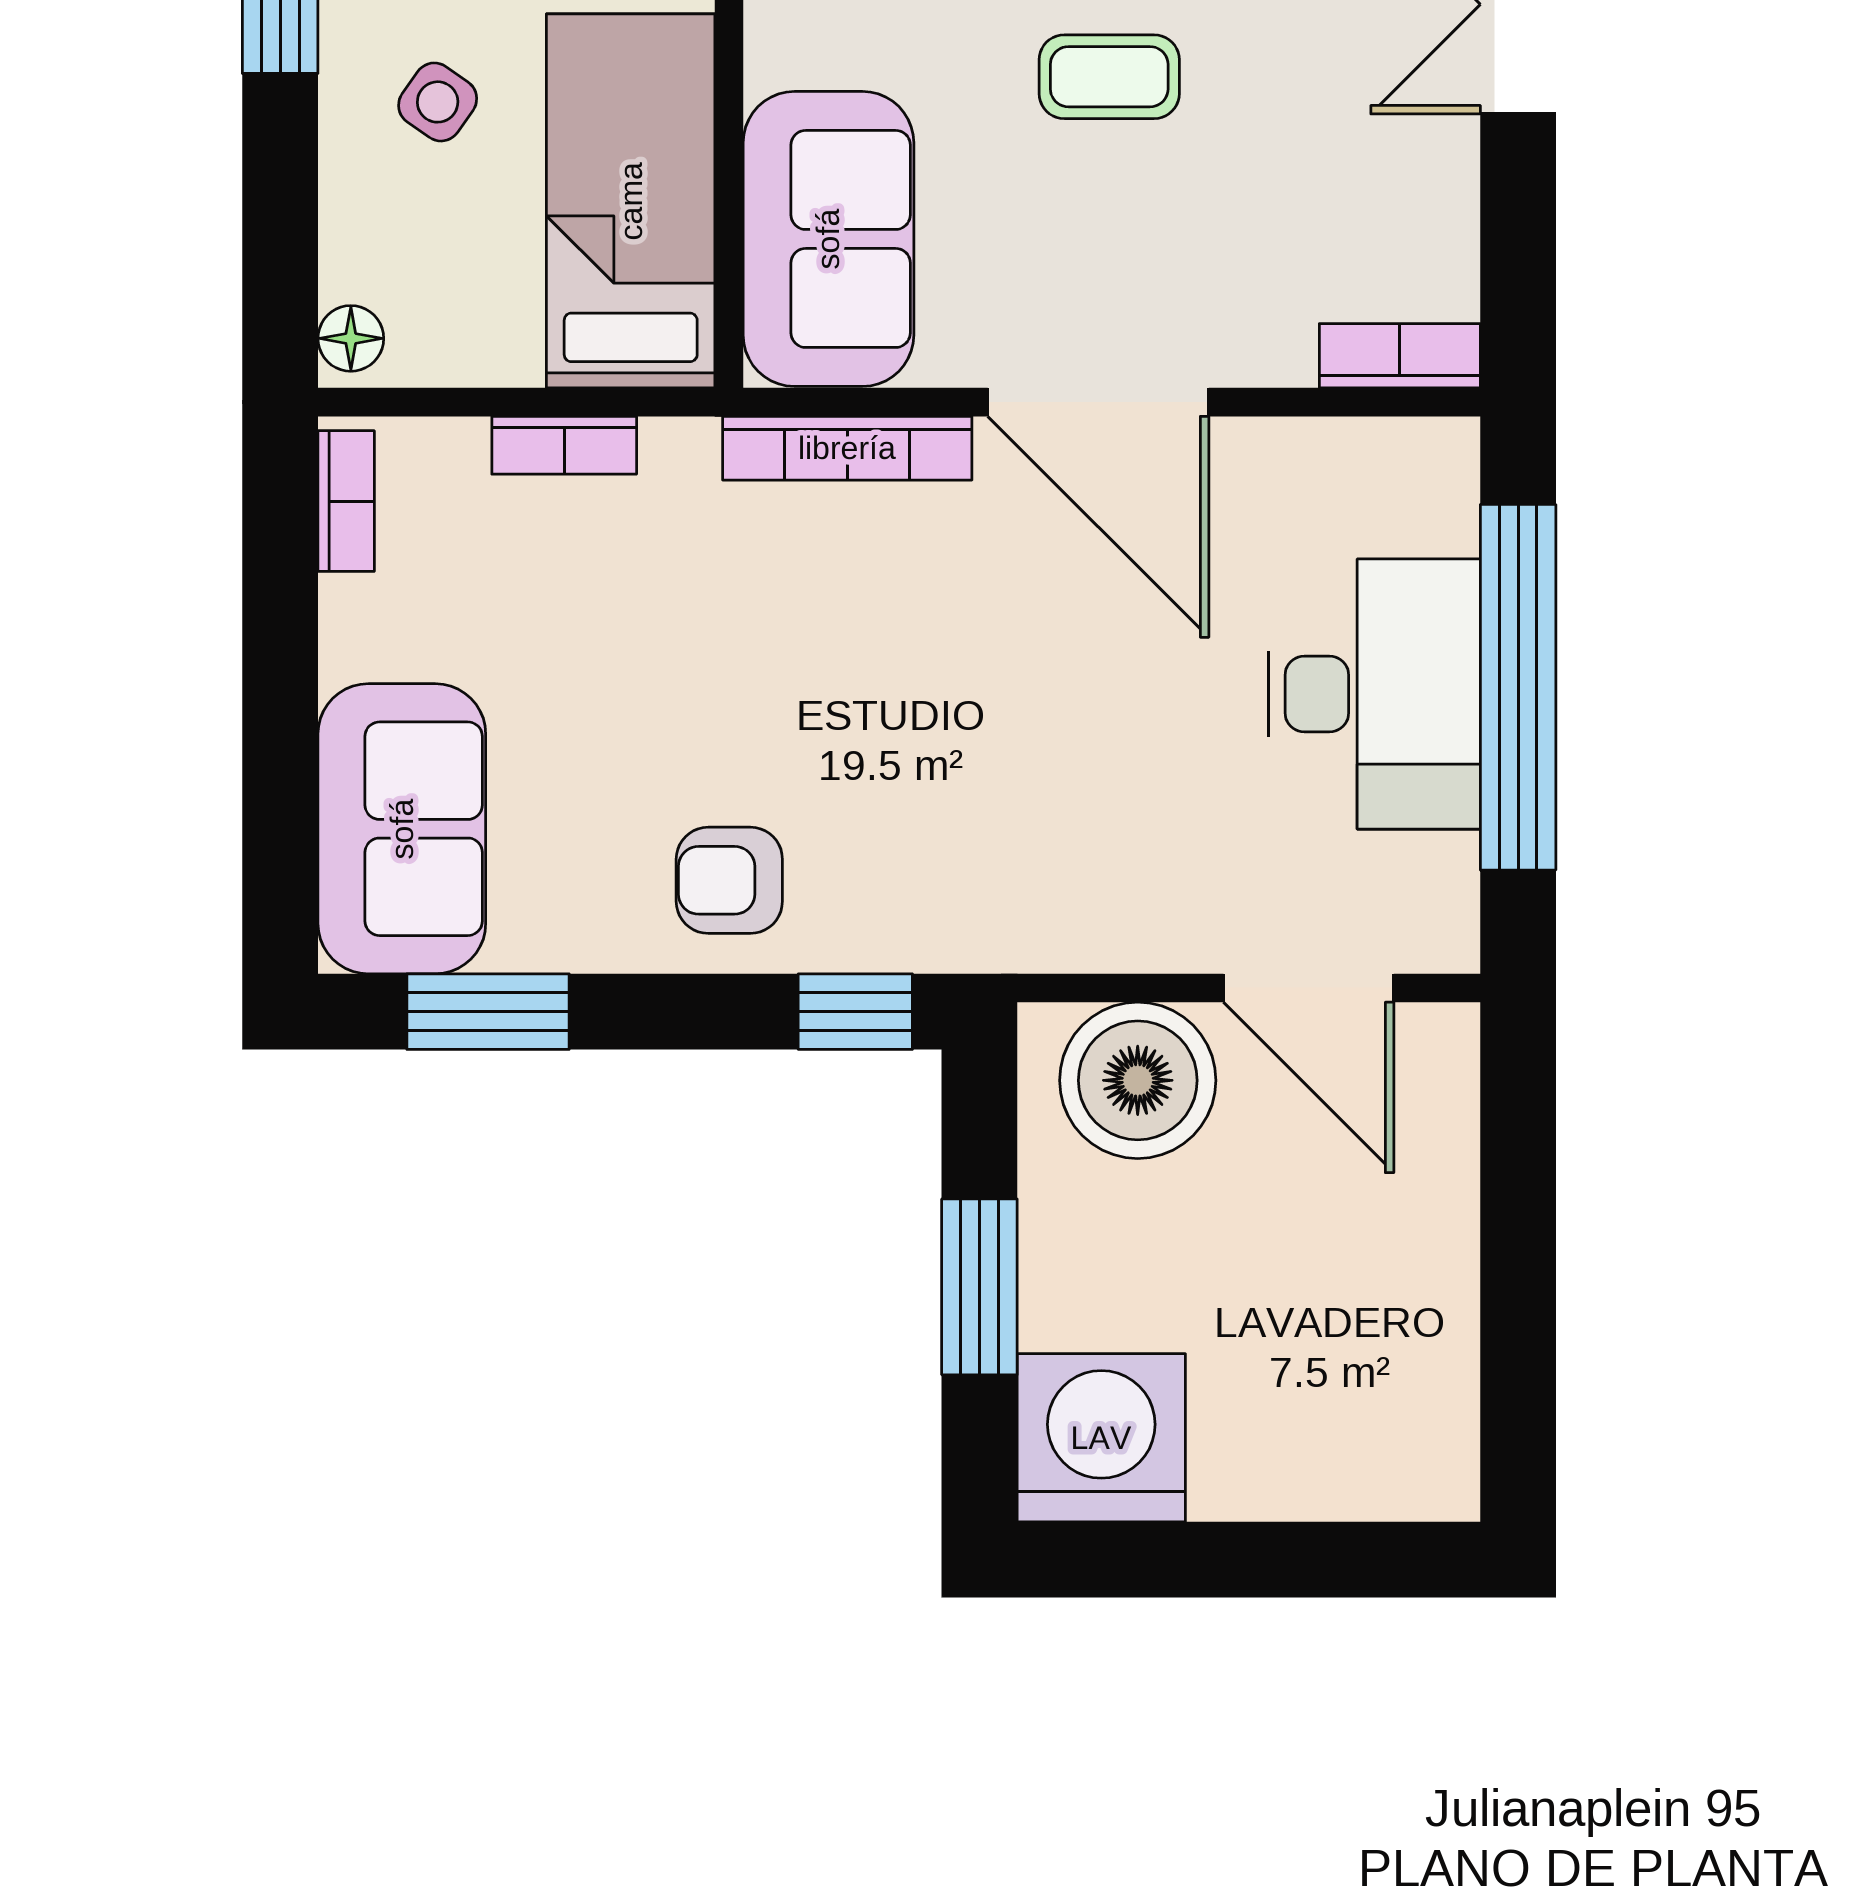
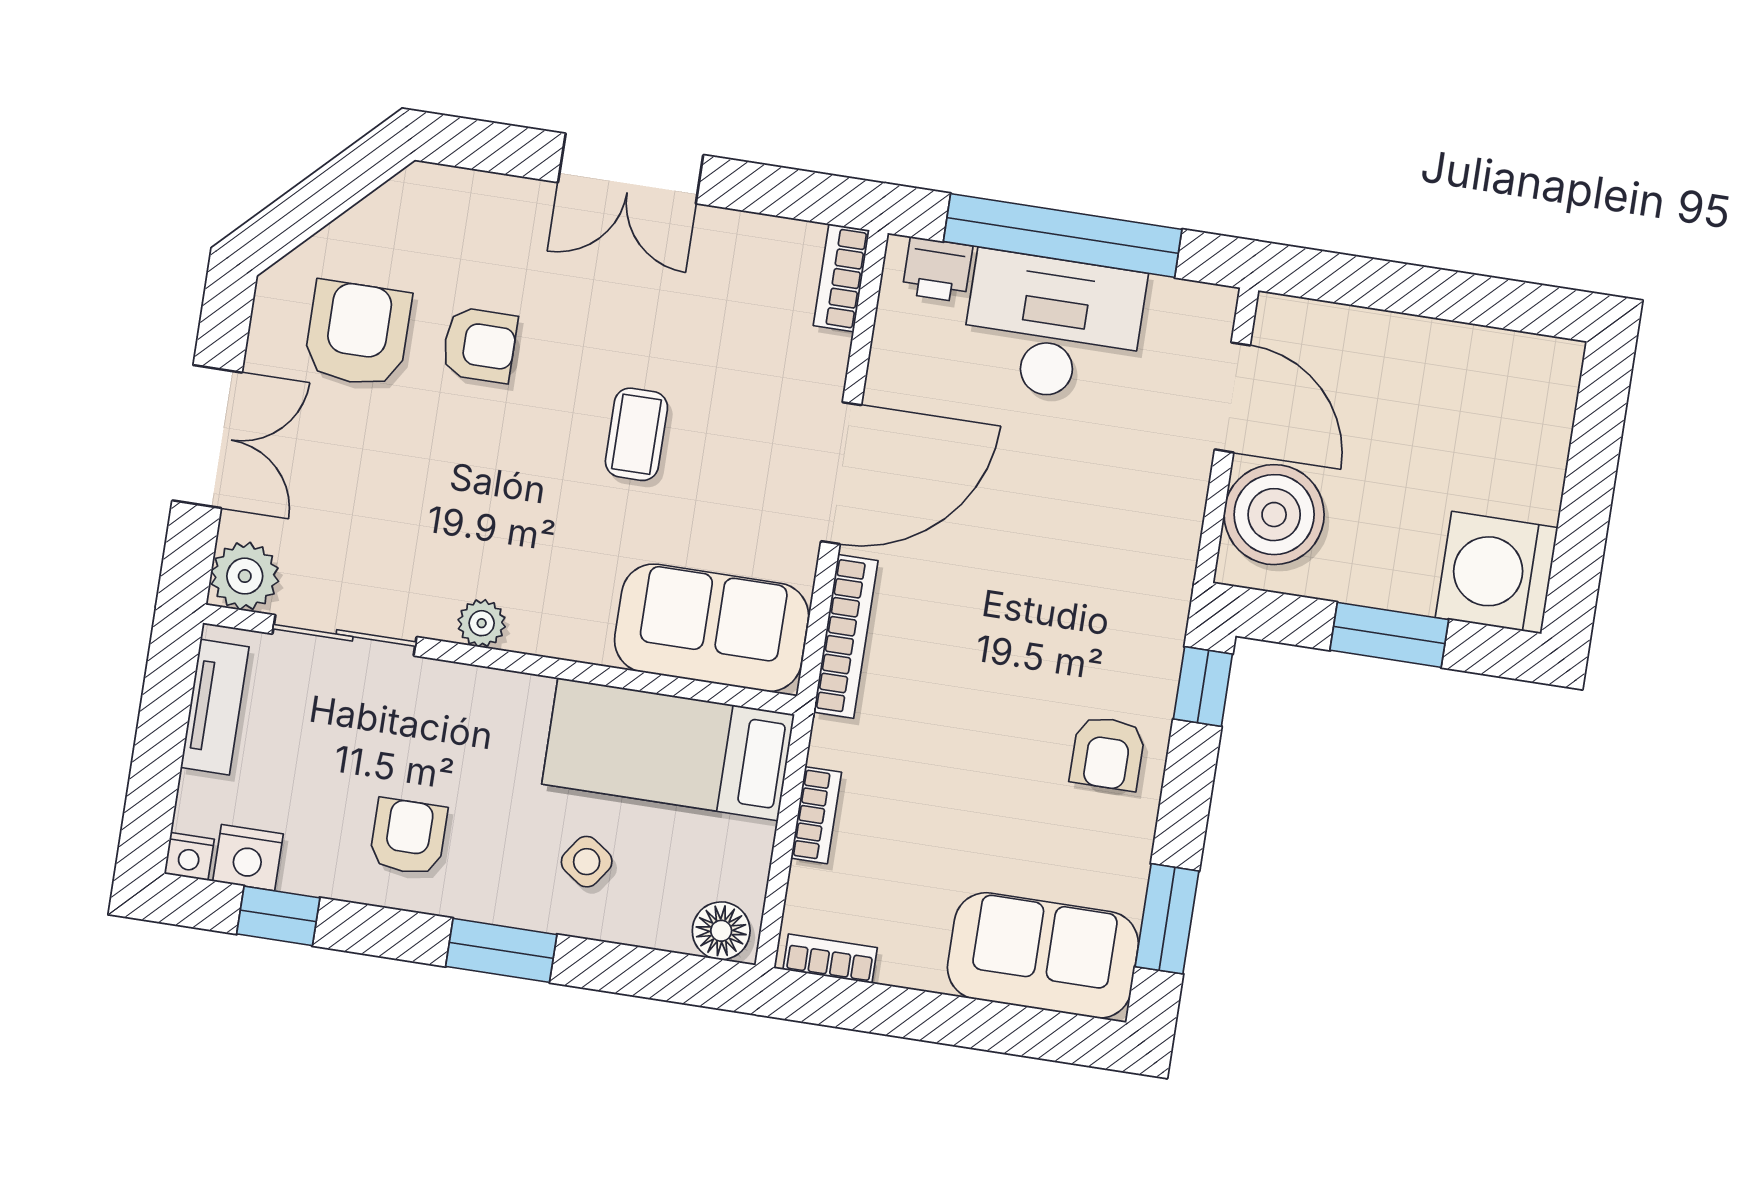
floor lamp: (351, 338) -> (721, 931), width x1.37, depth x1.37
printer: (1435, 502) -> (937, 270), added
door: (1309, 988) -> (1232, 397), hinge flipped

